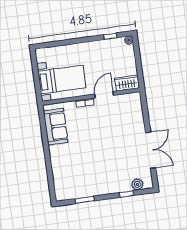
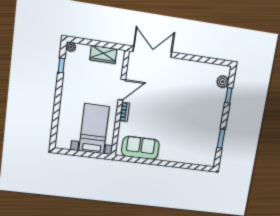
wardrobe: (127, 83) -> (103, 54), moved, turned -90
door: (104, 95) -> (122, 90), swing flipped
double door: (151, 150) -> (152, 52), moved

